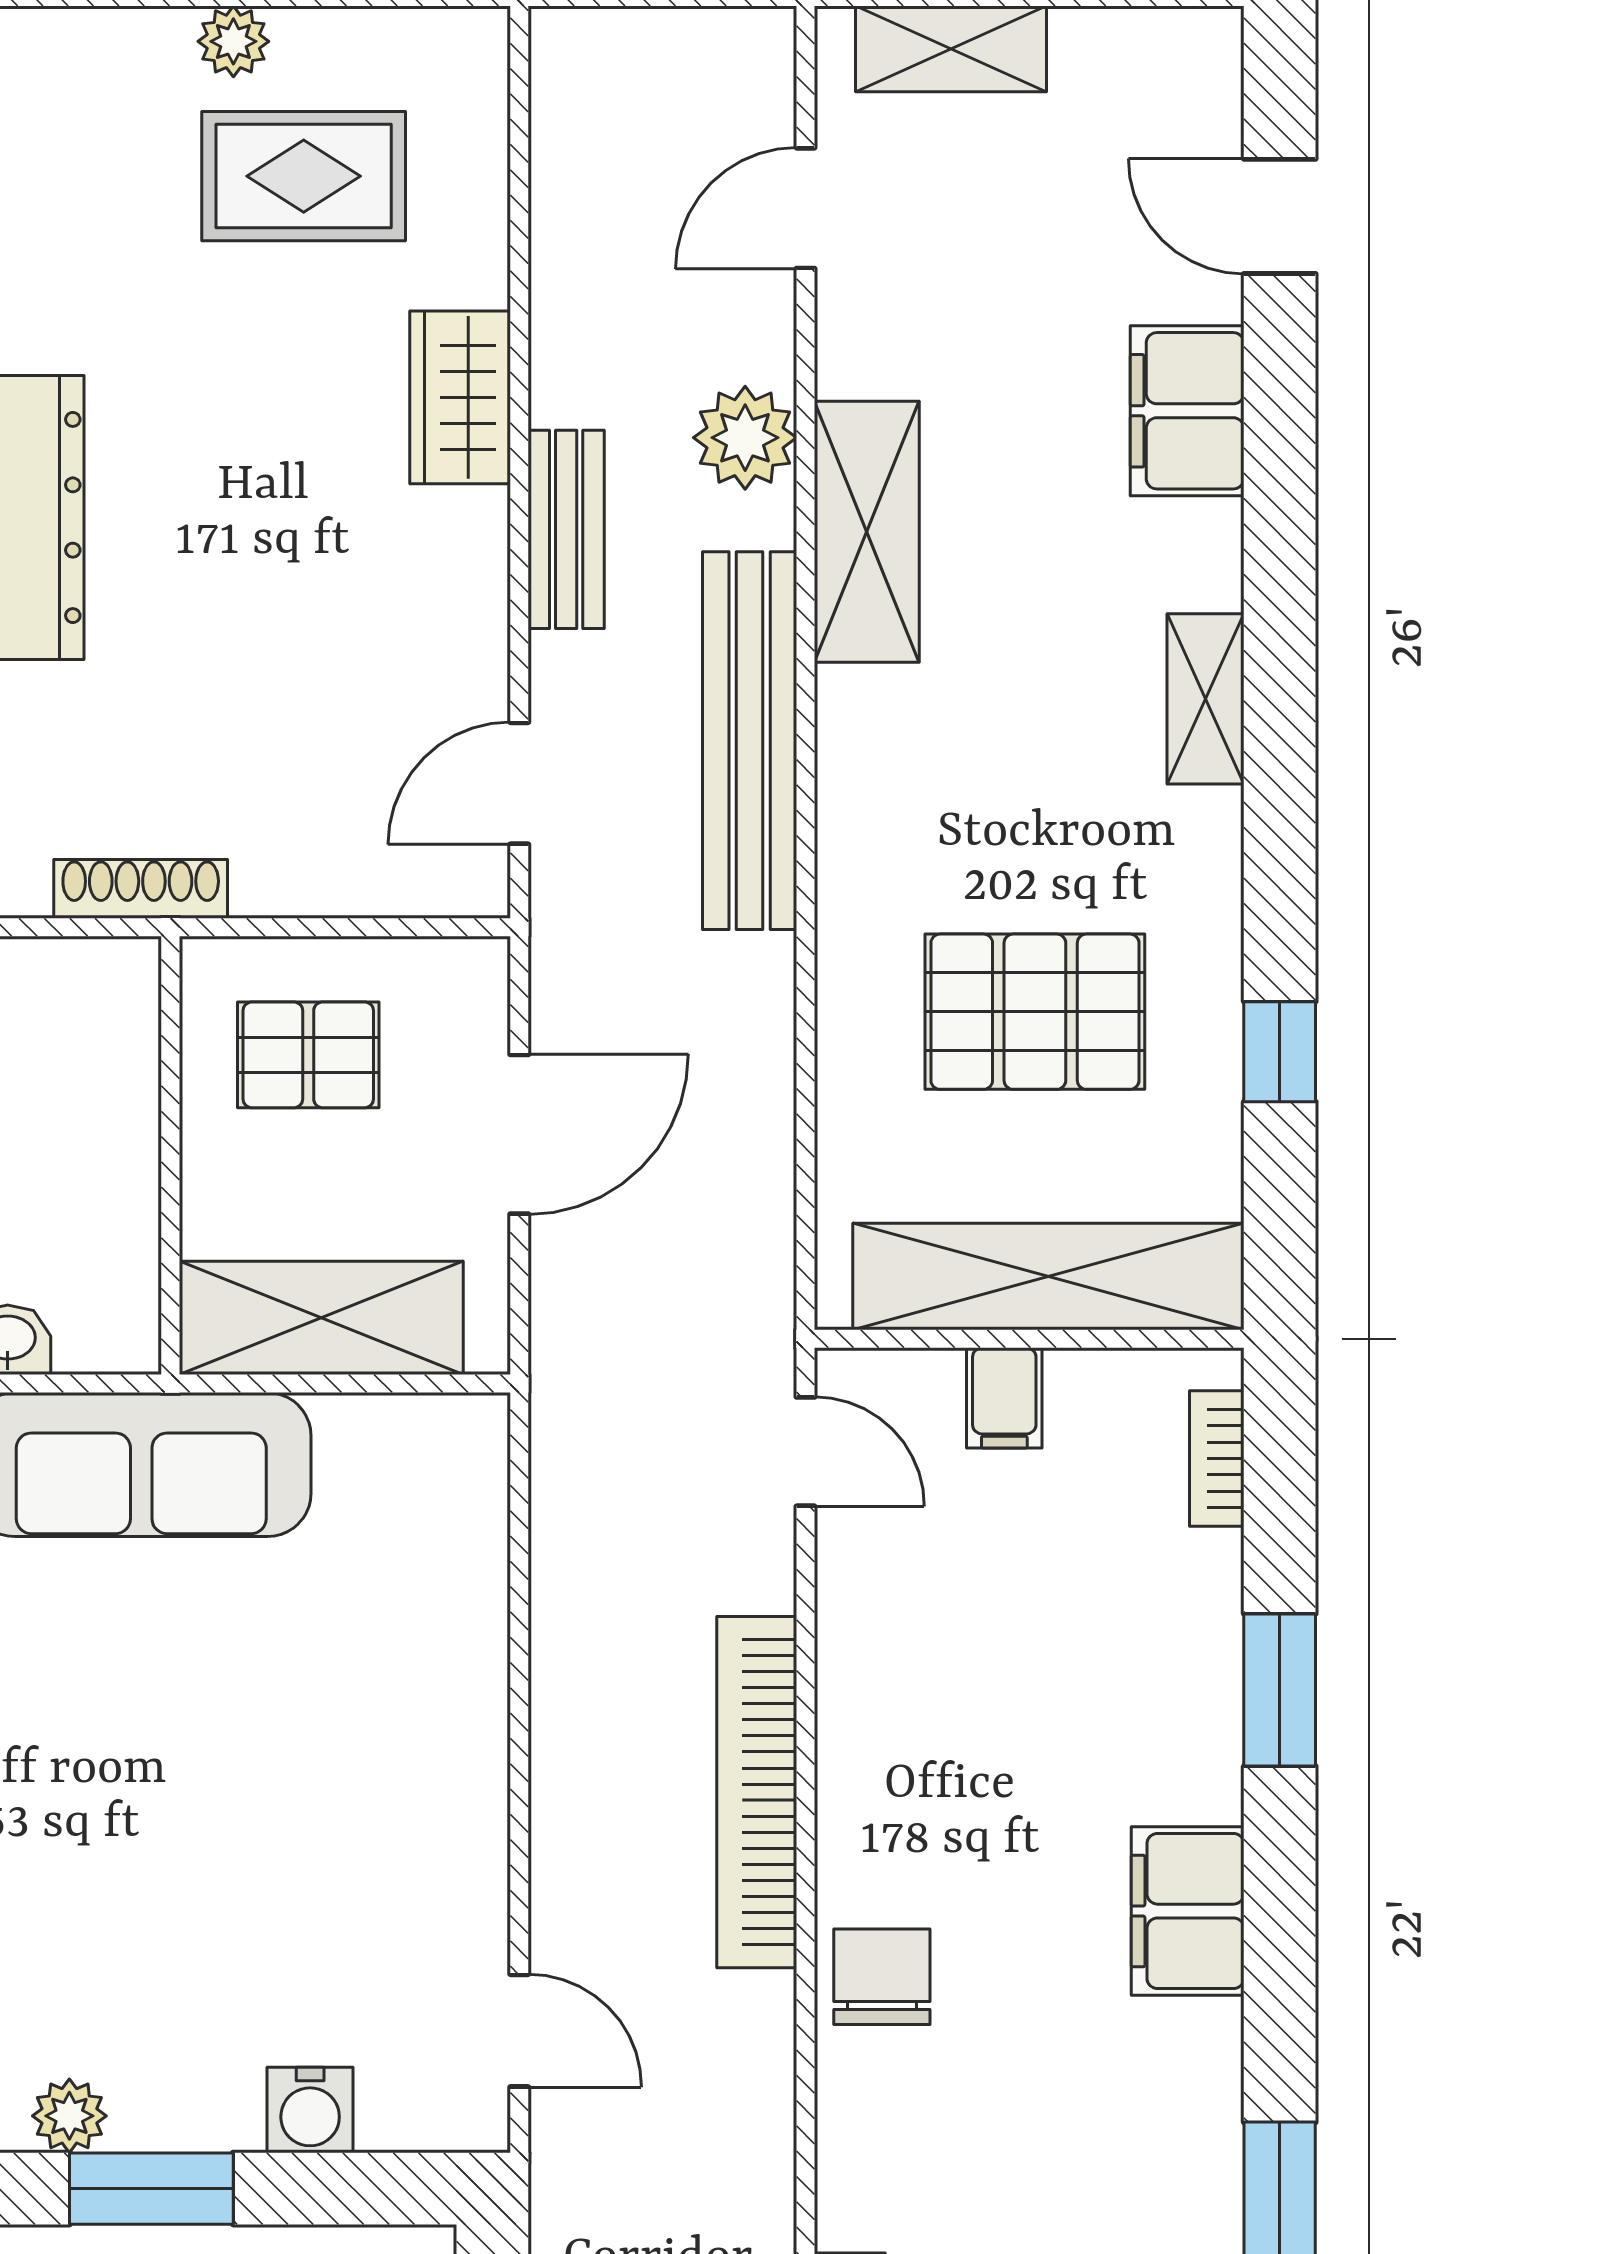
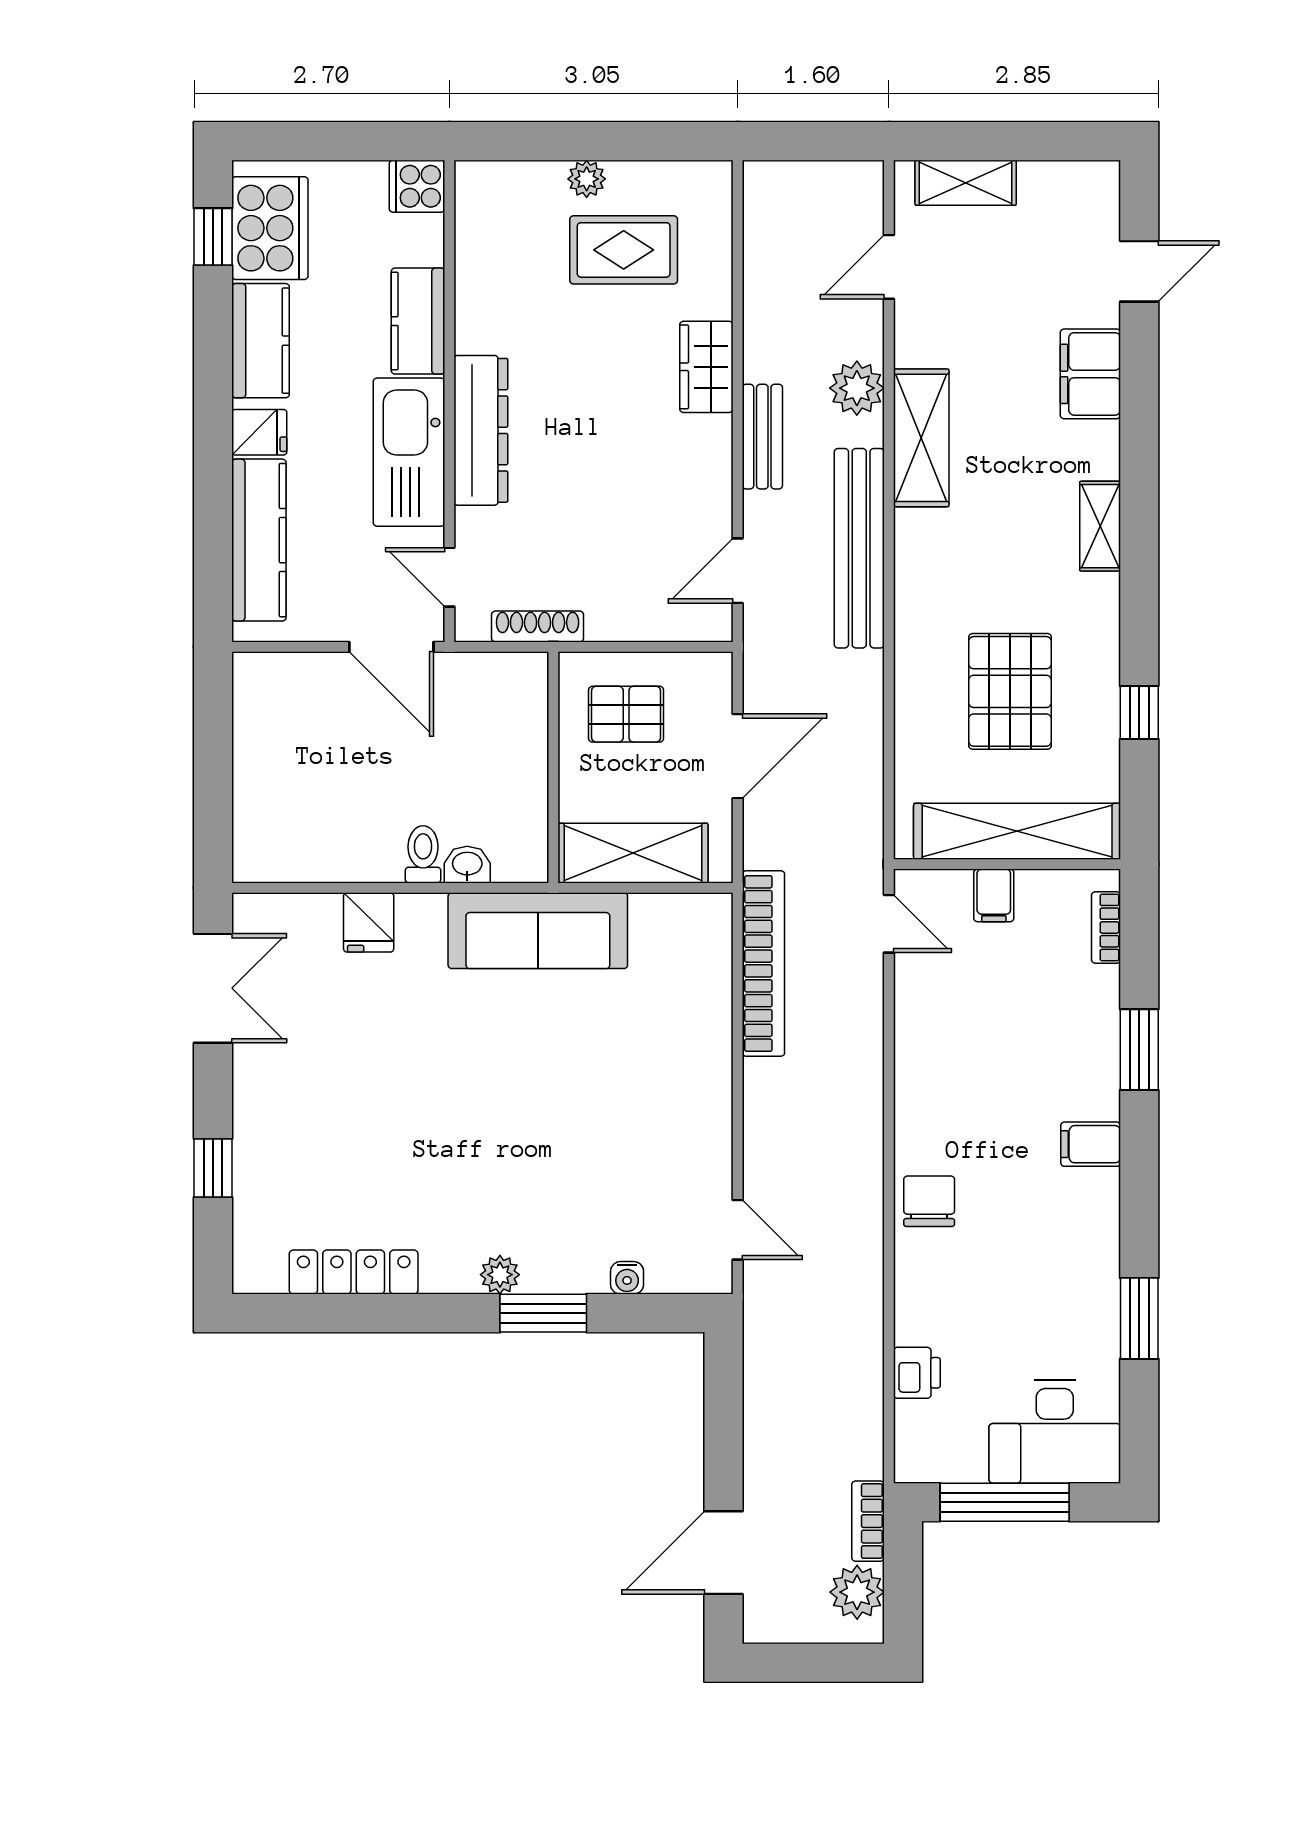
door: (1280, 216) -> (1139, 271), swing flipped
pallet: (1035, 1012) -> (1010, 691), turned 90
bookcase: (757, 1792) -> (763, 963), moved, turned 180
filing cabinet: (1188, 1911) -> (1091, 1144), width x0.50
water cooler: (310, 2110) -> (627, 1278), width x0.72, depth x0.72

